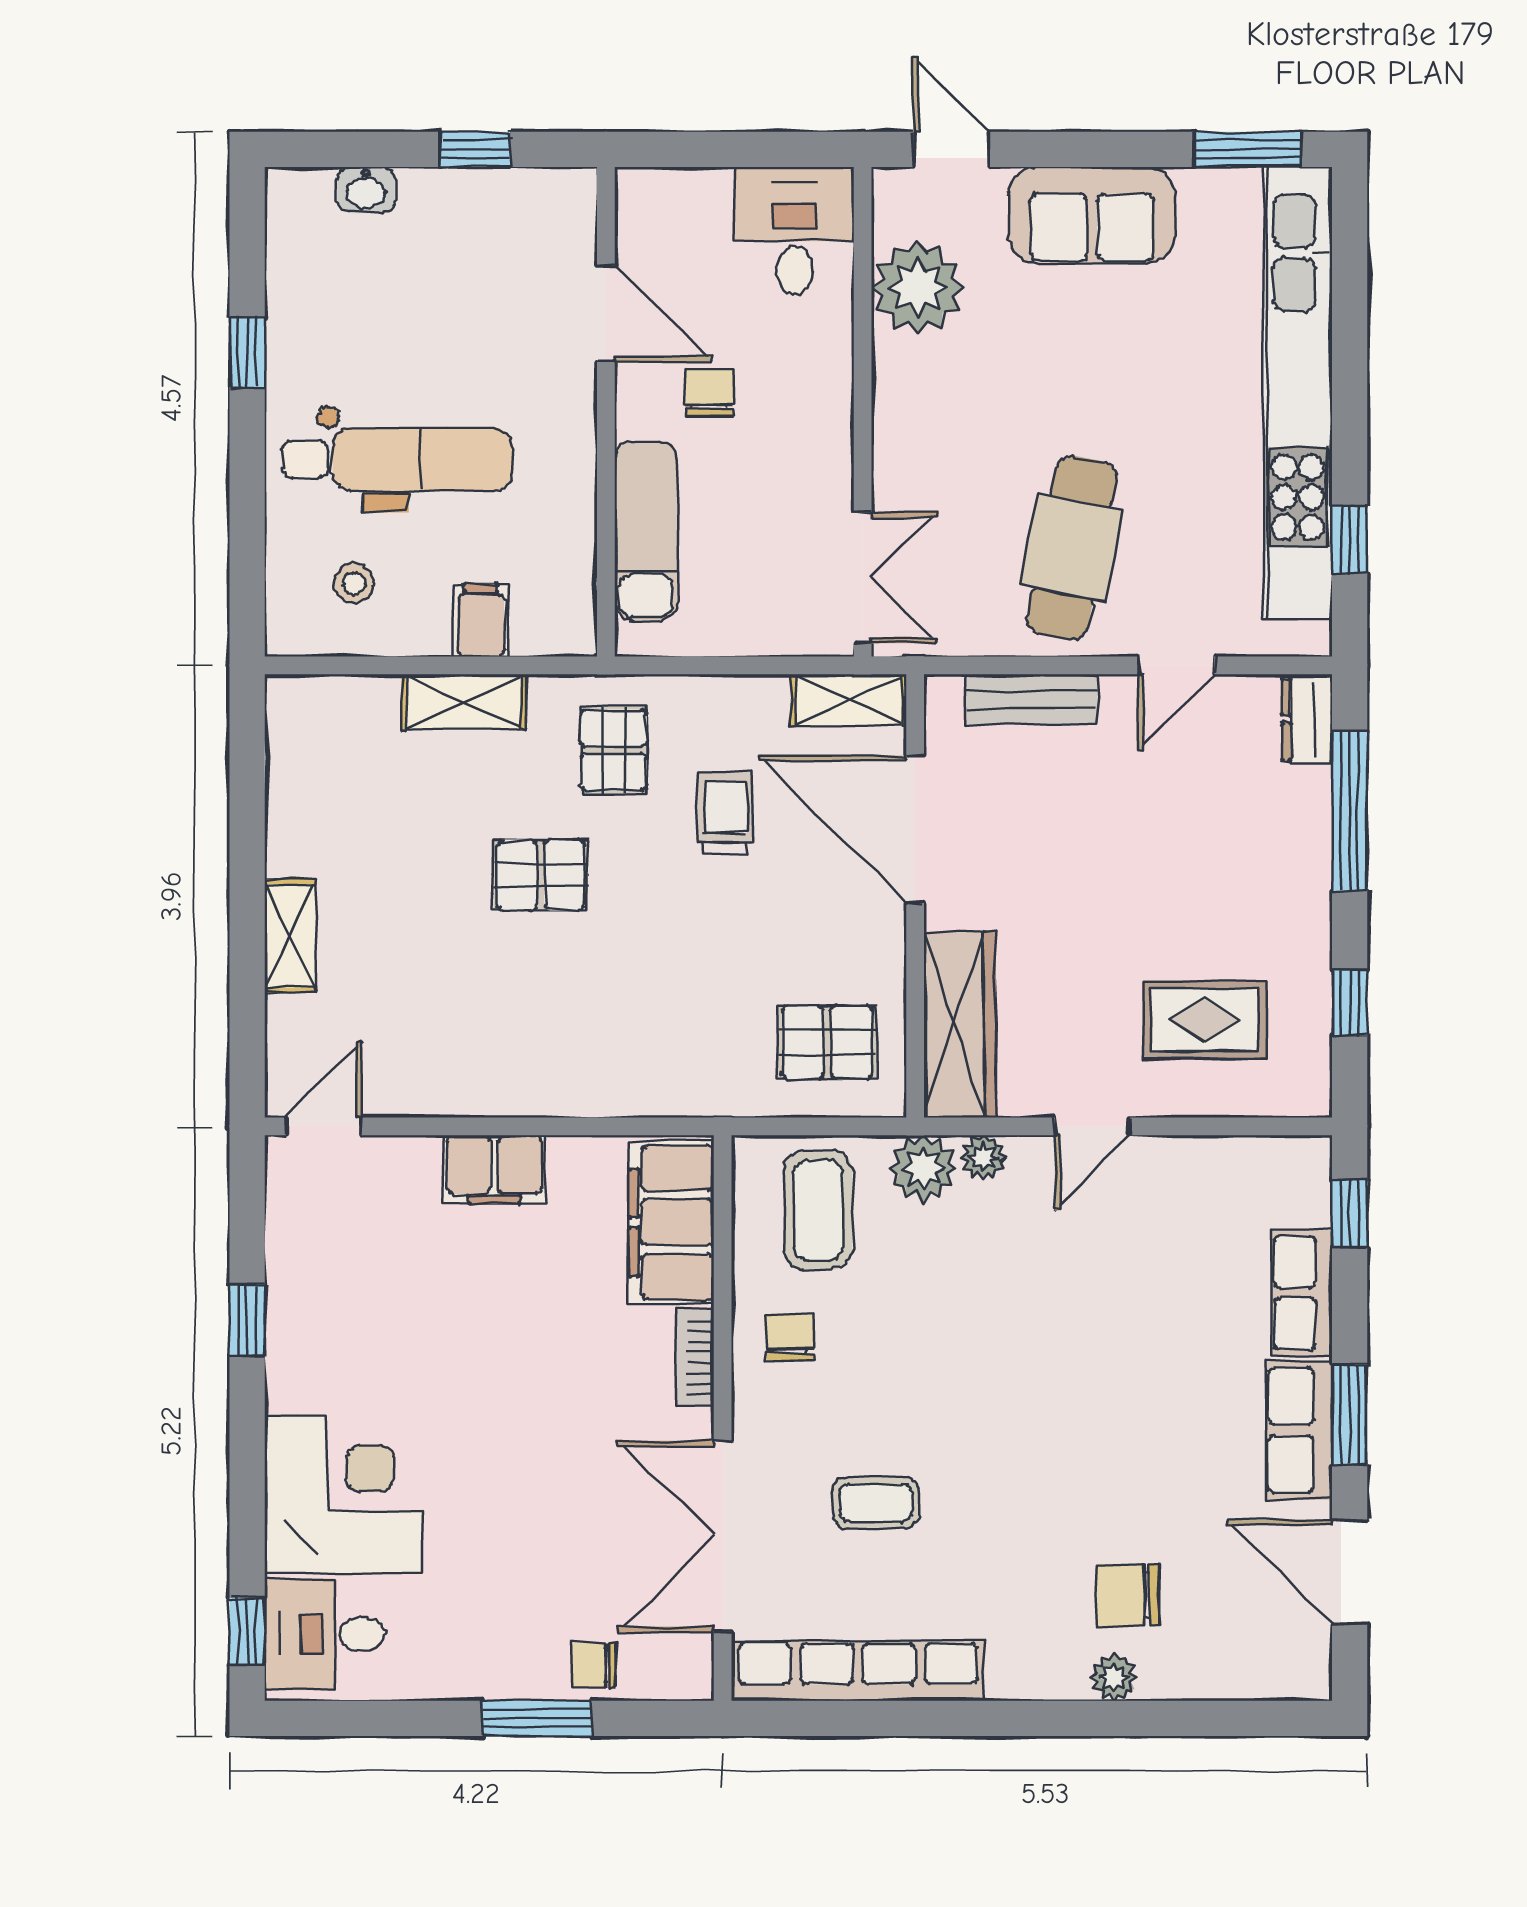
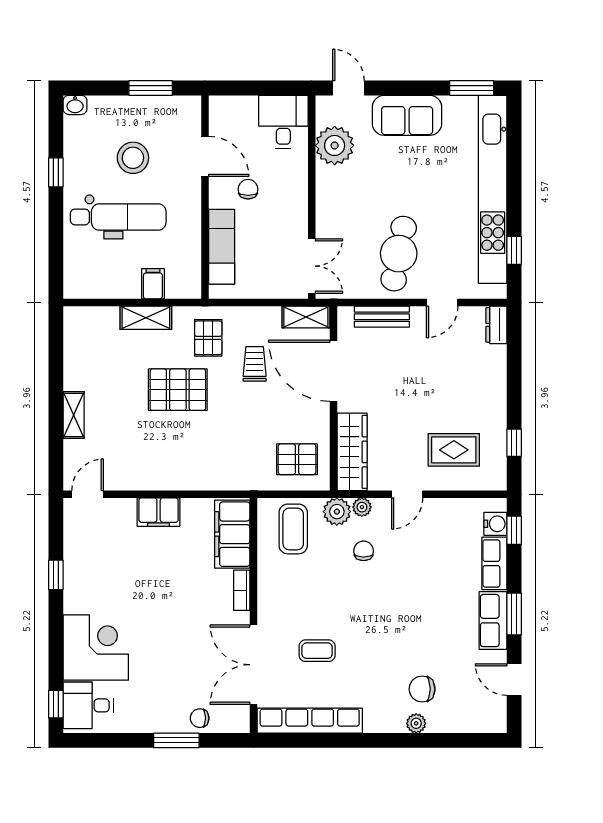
window: (475, 149) -> (151, 88), width x1.50
washbasin: (366, 190) -> (75, 105), moved
stool: (354, 583) -> (133, 158), moved, width x1.89, depth x1.89
window: (1350, 811) -> (514, 363), removed
pallet: (541, 875) -> (178, 390), width x1.50, depth x1.42
water cooler: (1305, 1198) -> (495, 524), added
chair: (790, 1337) -> (364, 551), moved
door: (1350, 1572) -> (514, 680), width x0.73

